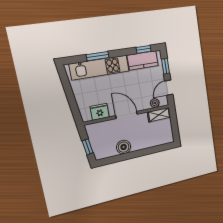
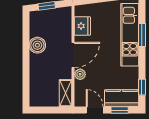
kitchen counter: (143, 60) -> (122, 98), moved, turned 90
plant: (155, 103) -> (80, 74), moved

